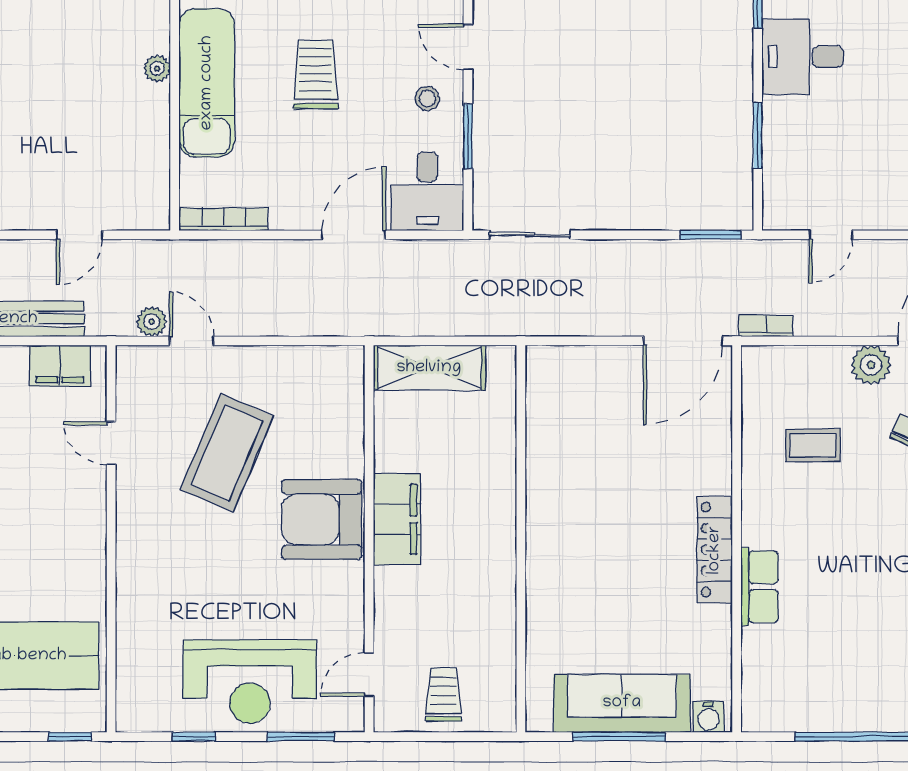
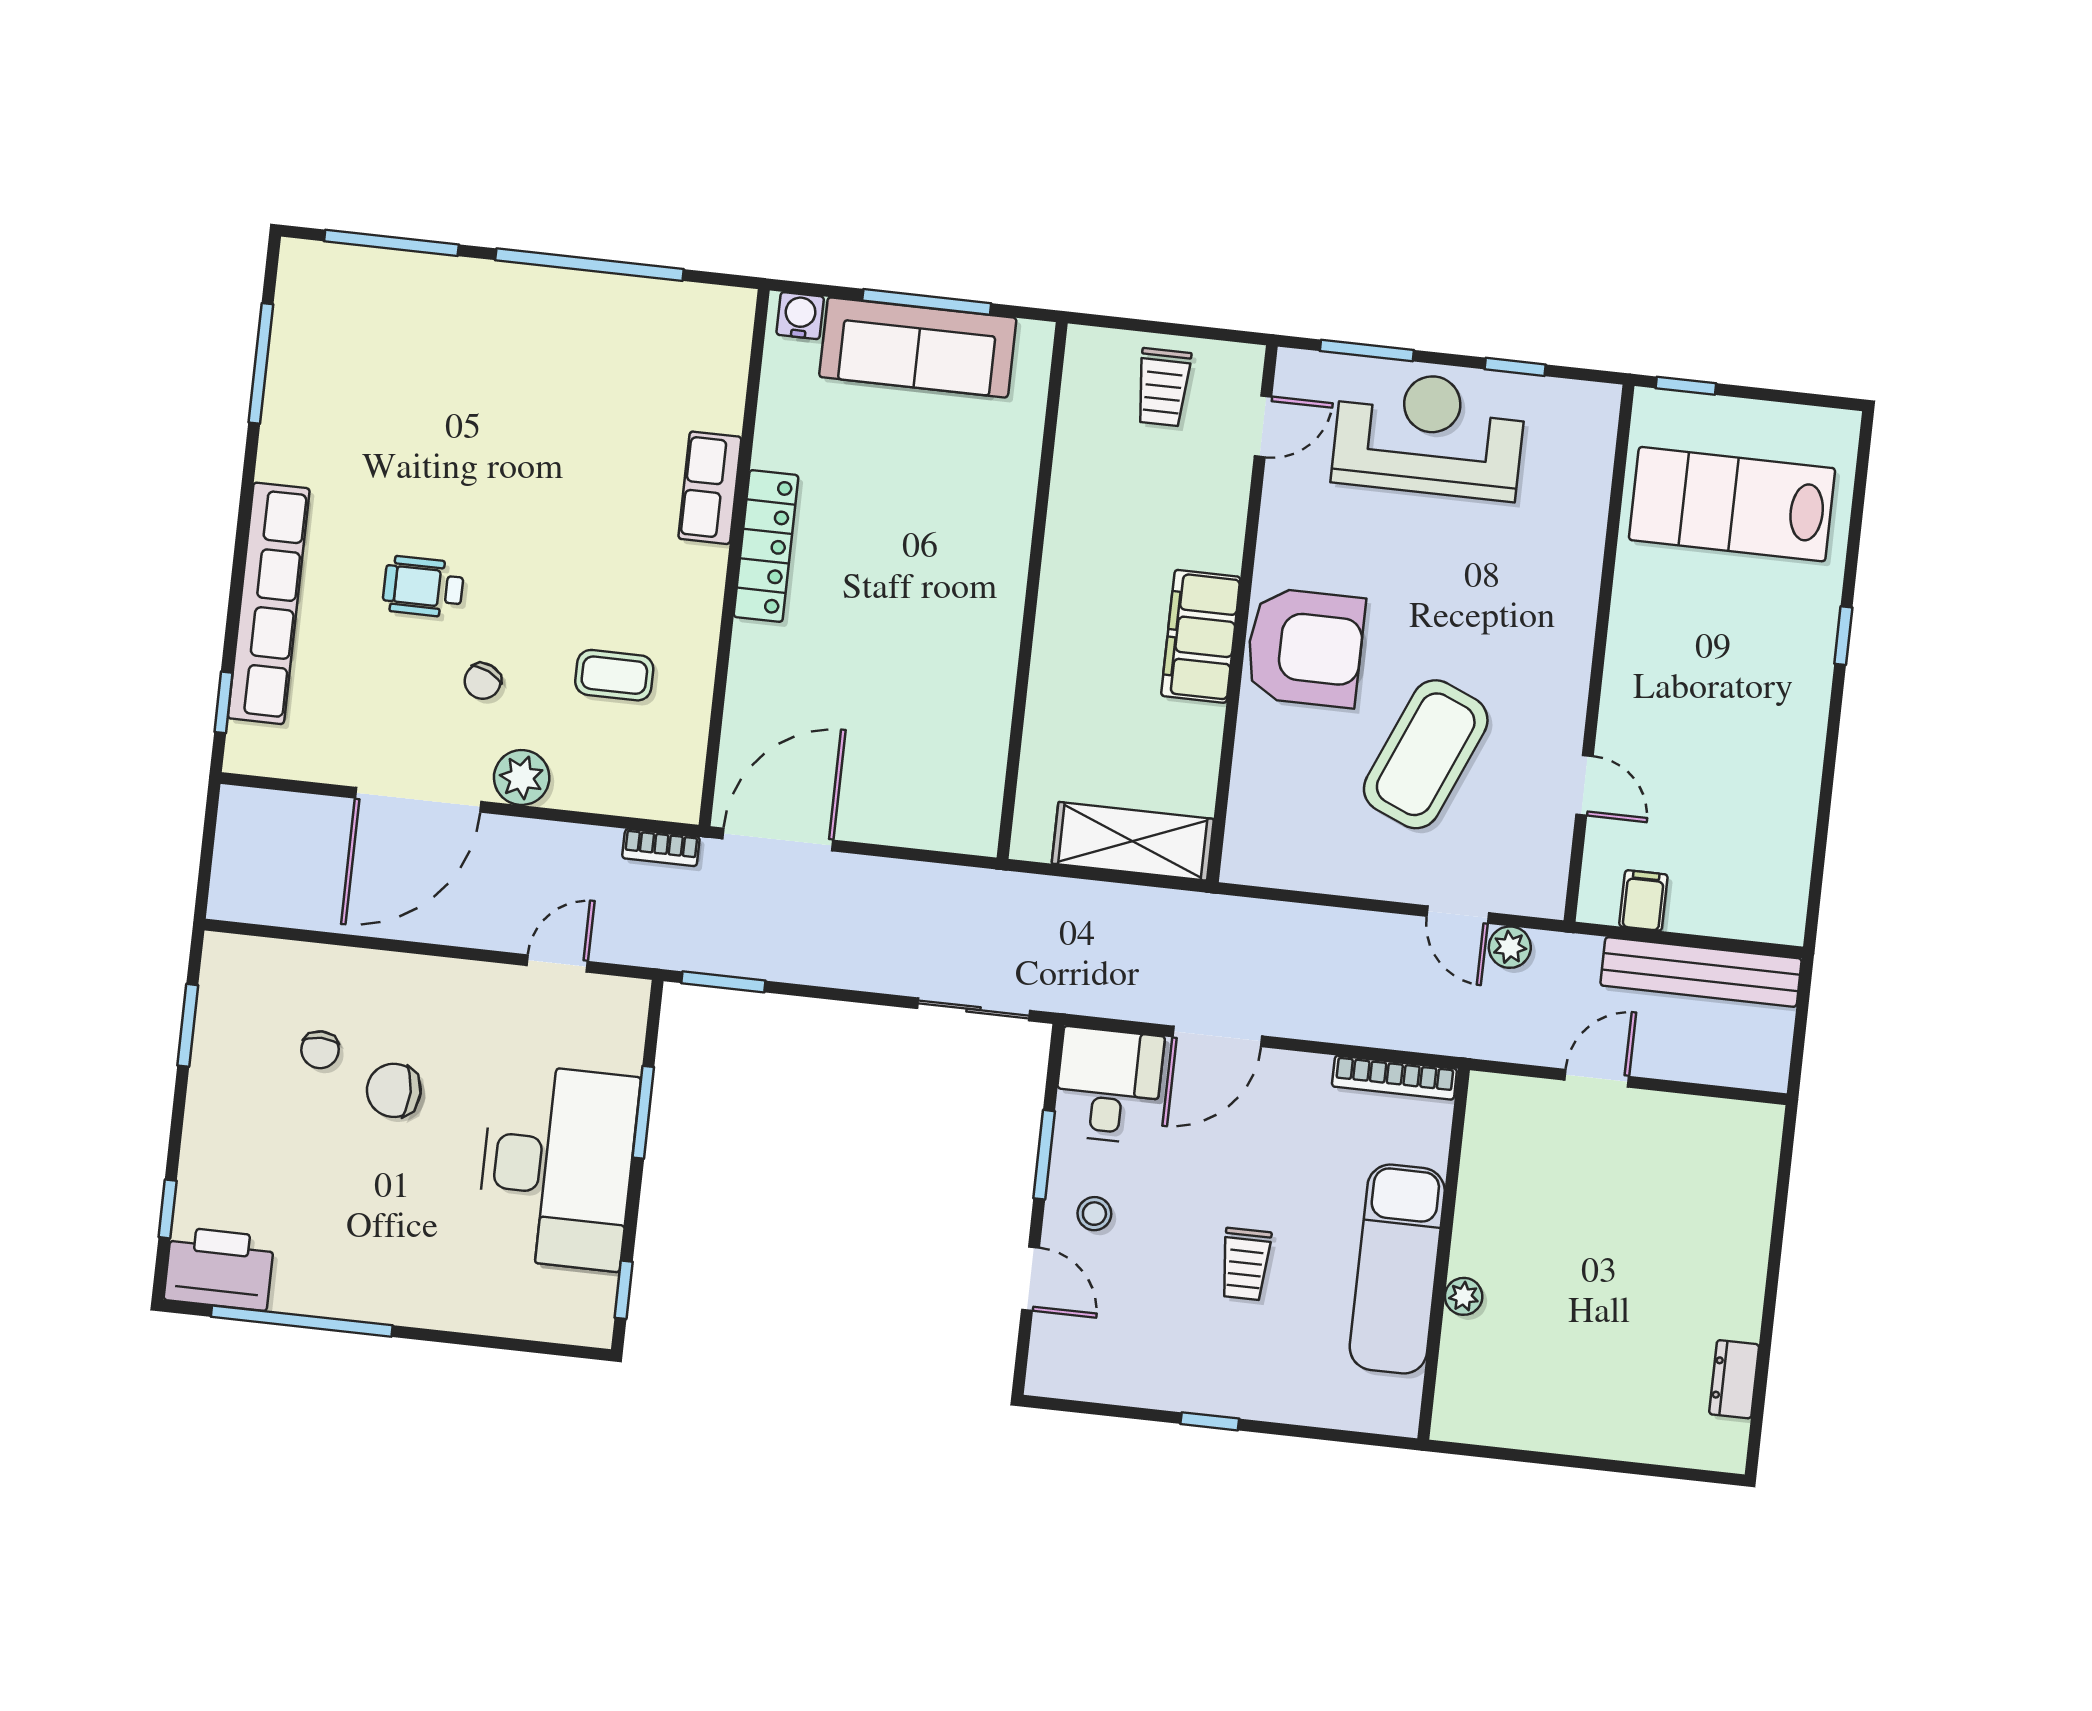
desk: (803, 57) -> (557, 1167), width x1.87, depth x1.30
trolley: (316, 74) -> (1245, 1264), width x0.73, depth x0.72
filing cabinet: (60, 366) -> (1643, 900), width x0.50

